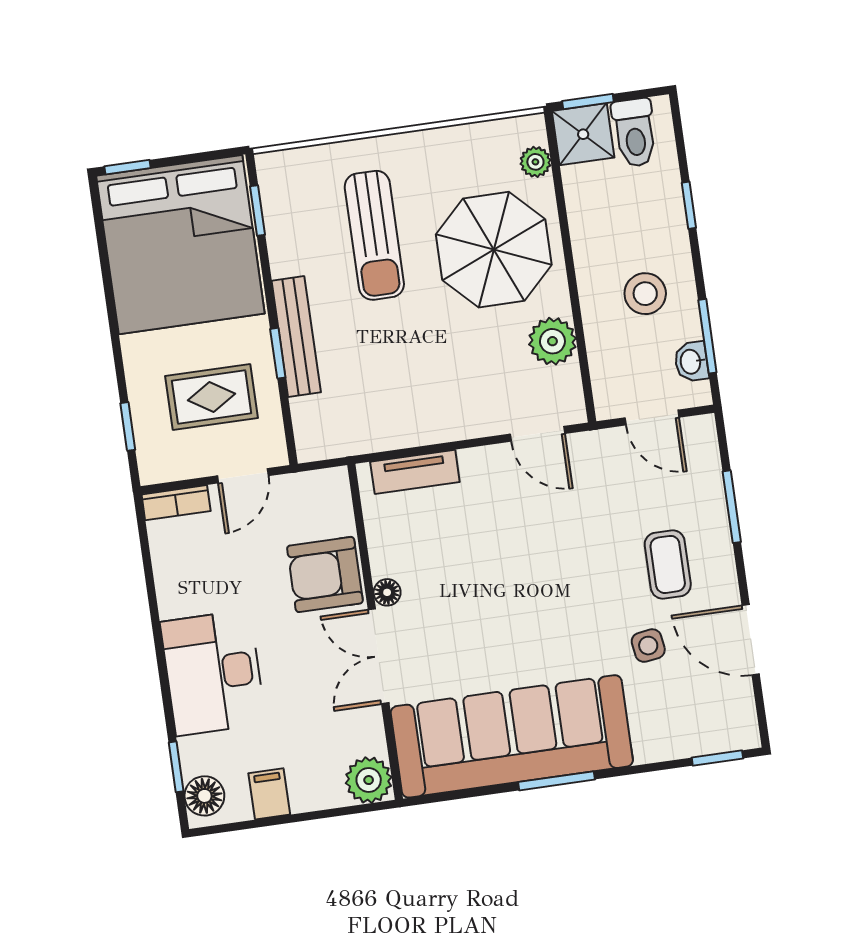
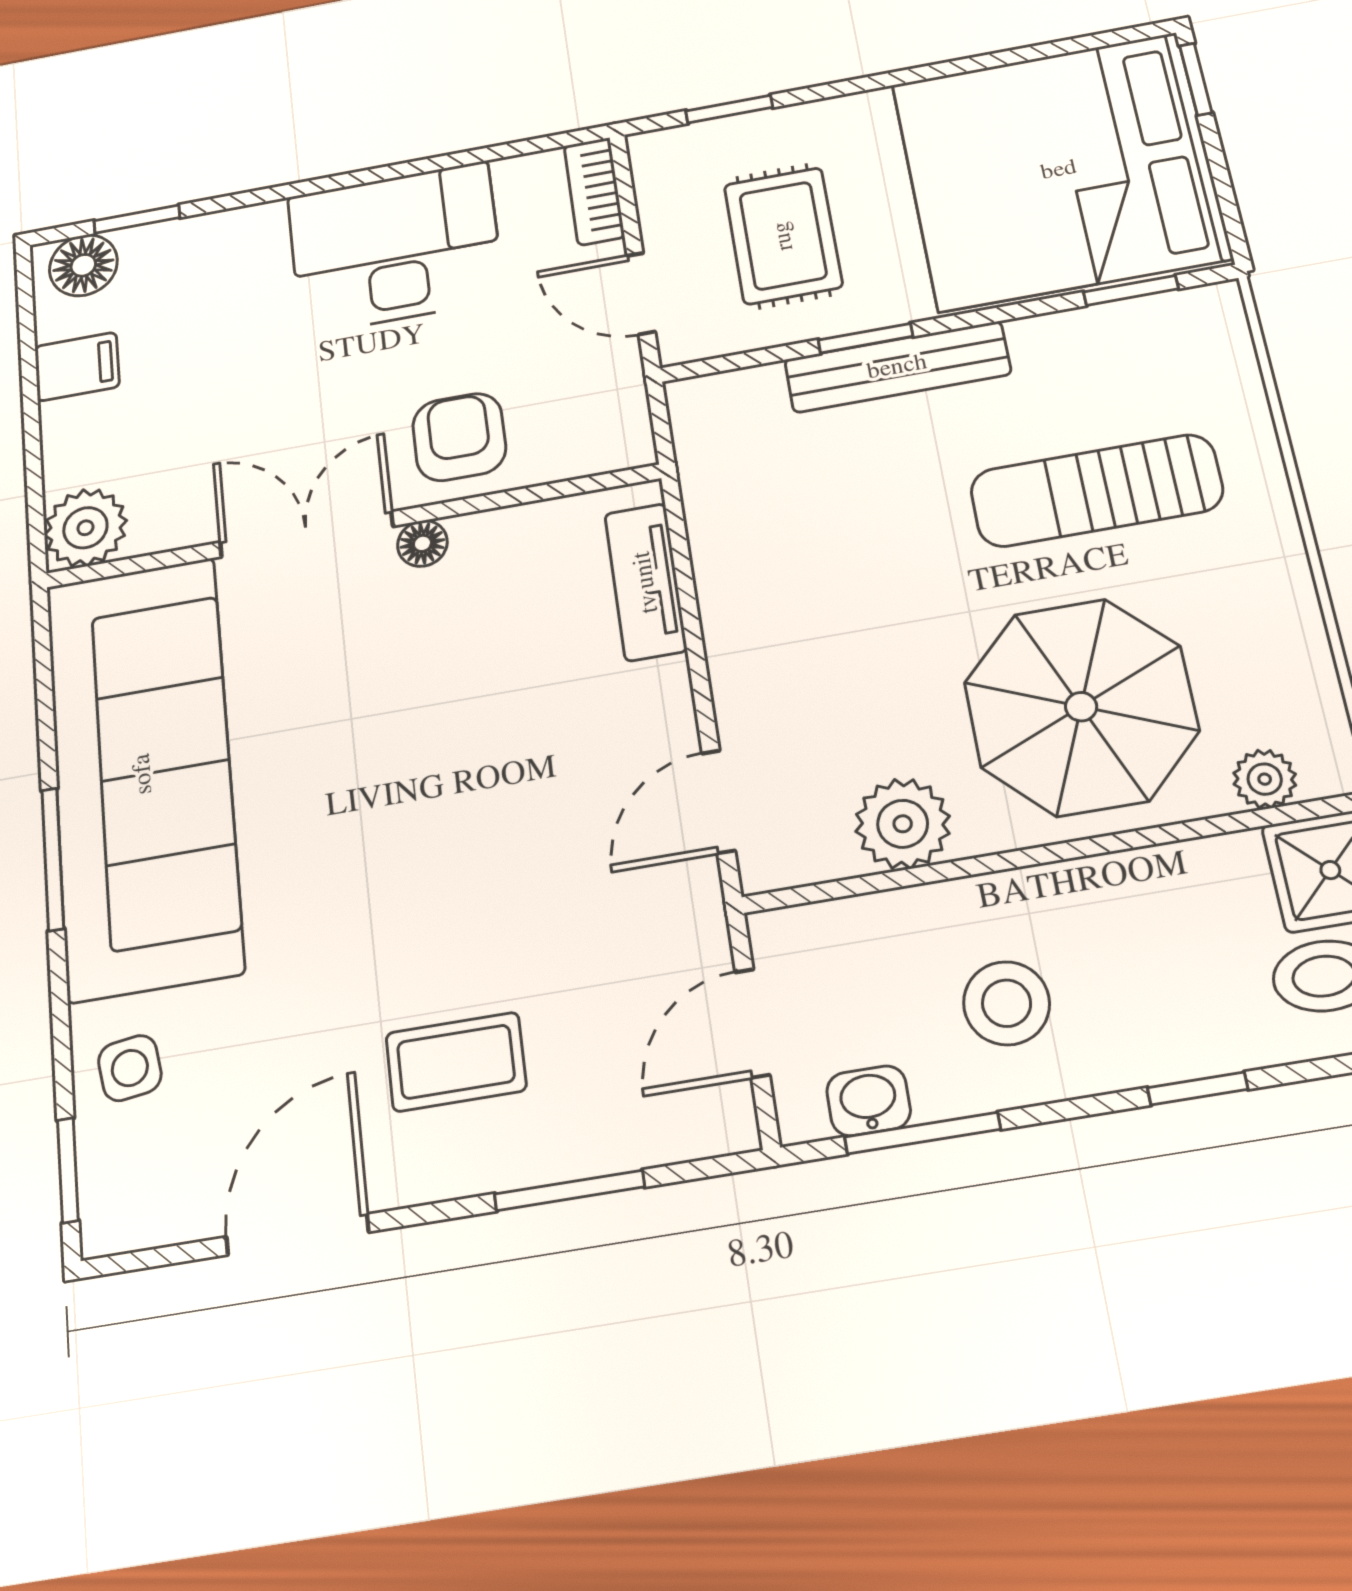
armchair: (325, 574) -> (459, 437), width x0.72, depth x0.72
side table: (648, 646) -> (130, 1068), moved
desk: (213, 673) -> (395, 248), moved

